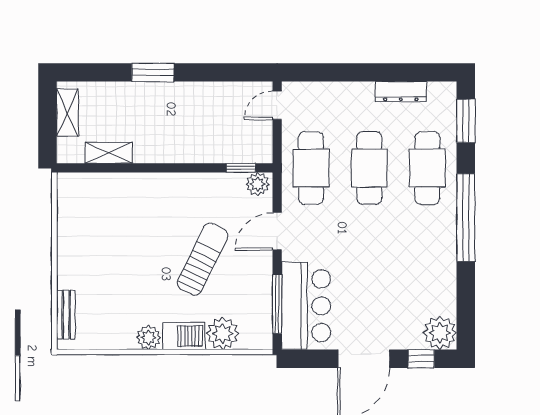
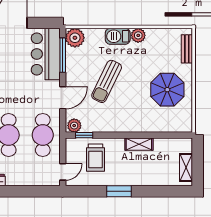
window: (153, 72) -> (119, 191), moved
trolley: (221, 130) -> (96, 158), added
shelving: (109, 153) -> (139, 144), moved
parasol: (99, 245) -> (167, 90), added
plant: (223, 333) -> (75, 38), moved

